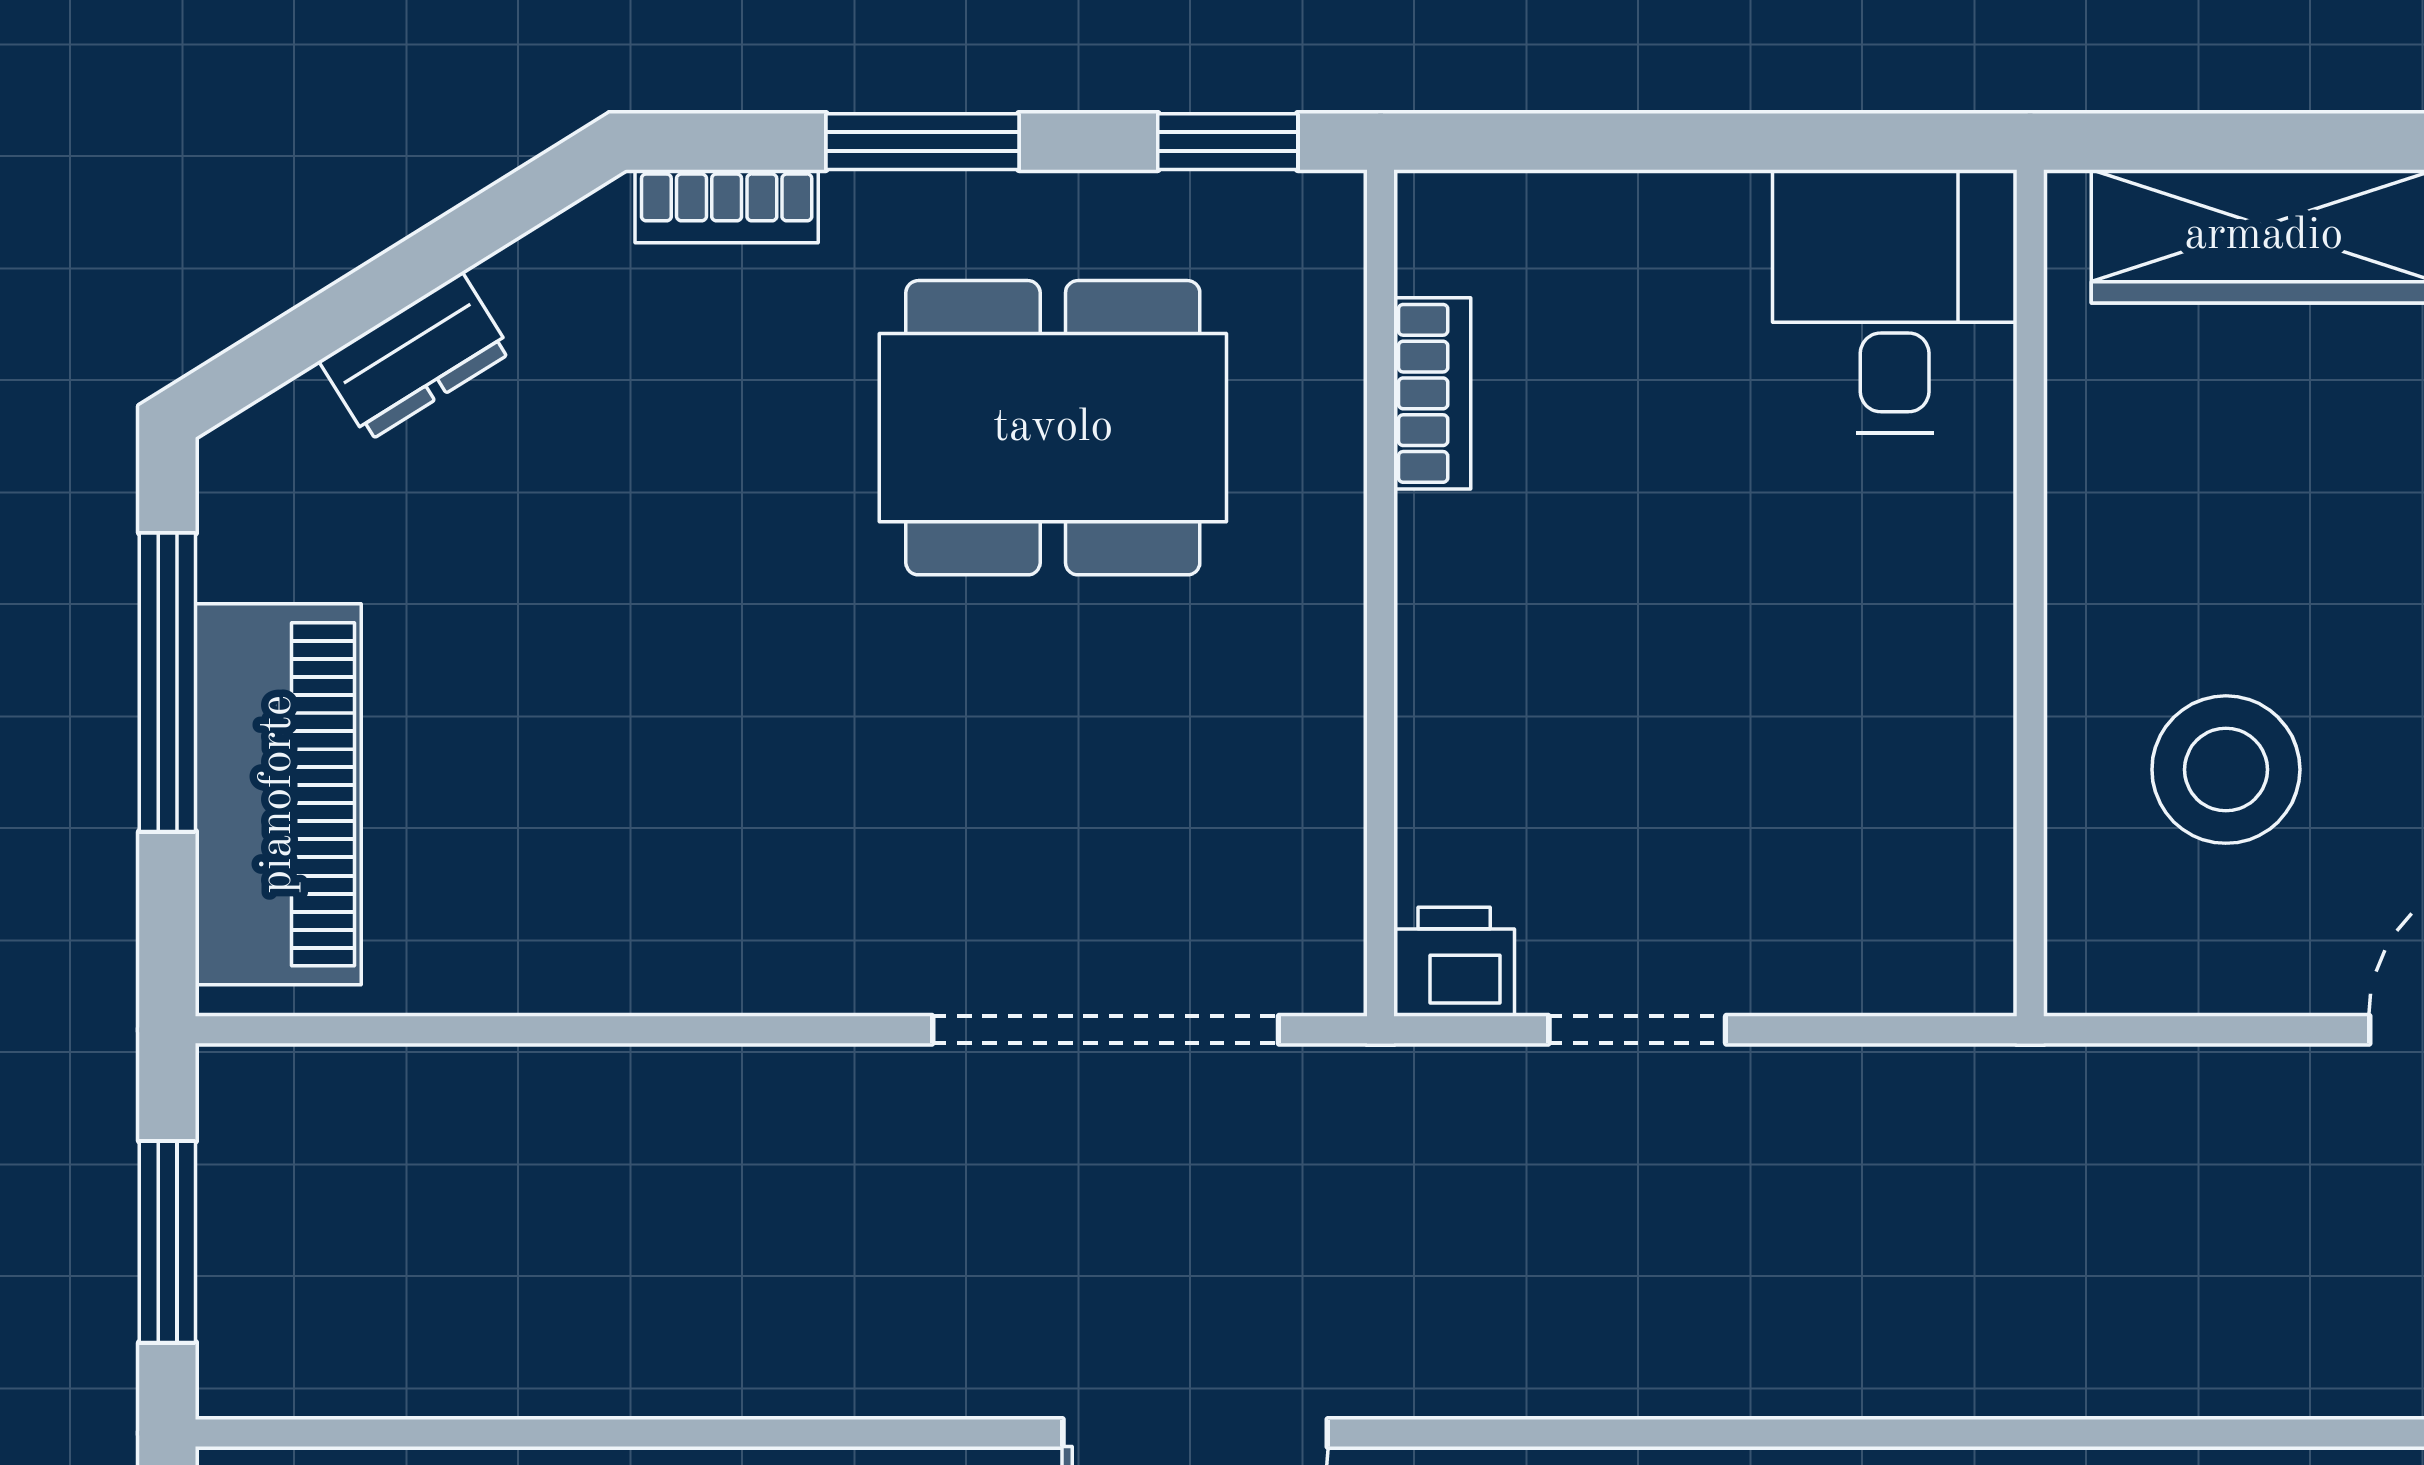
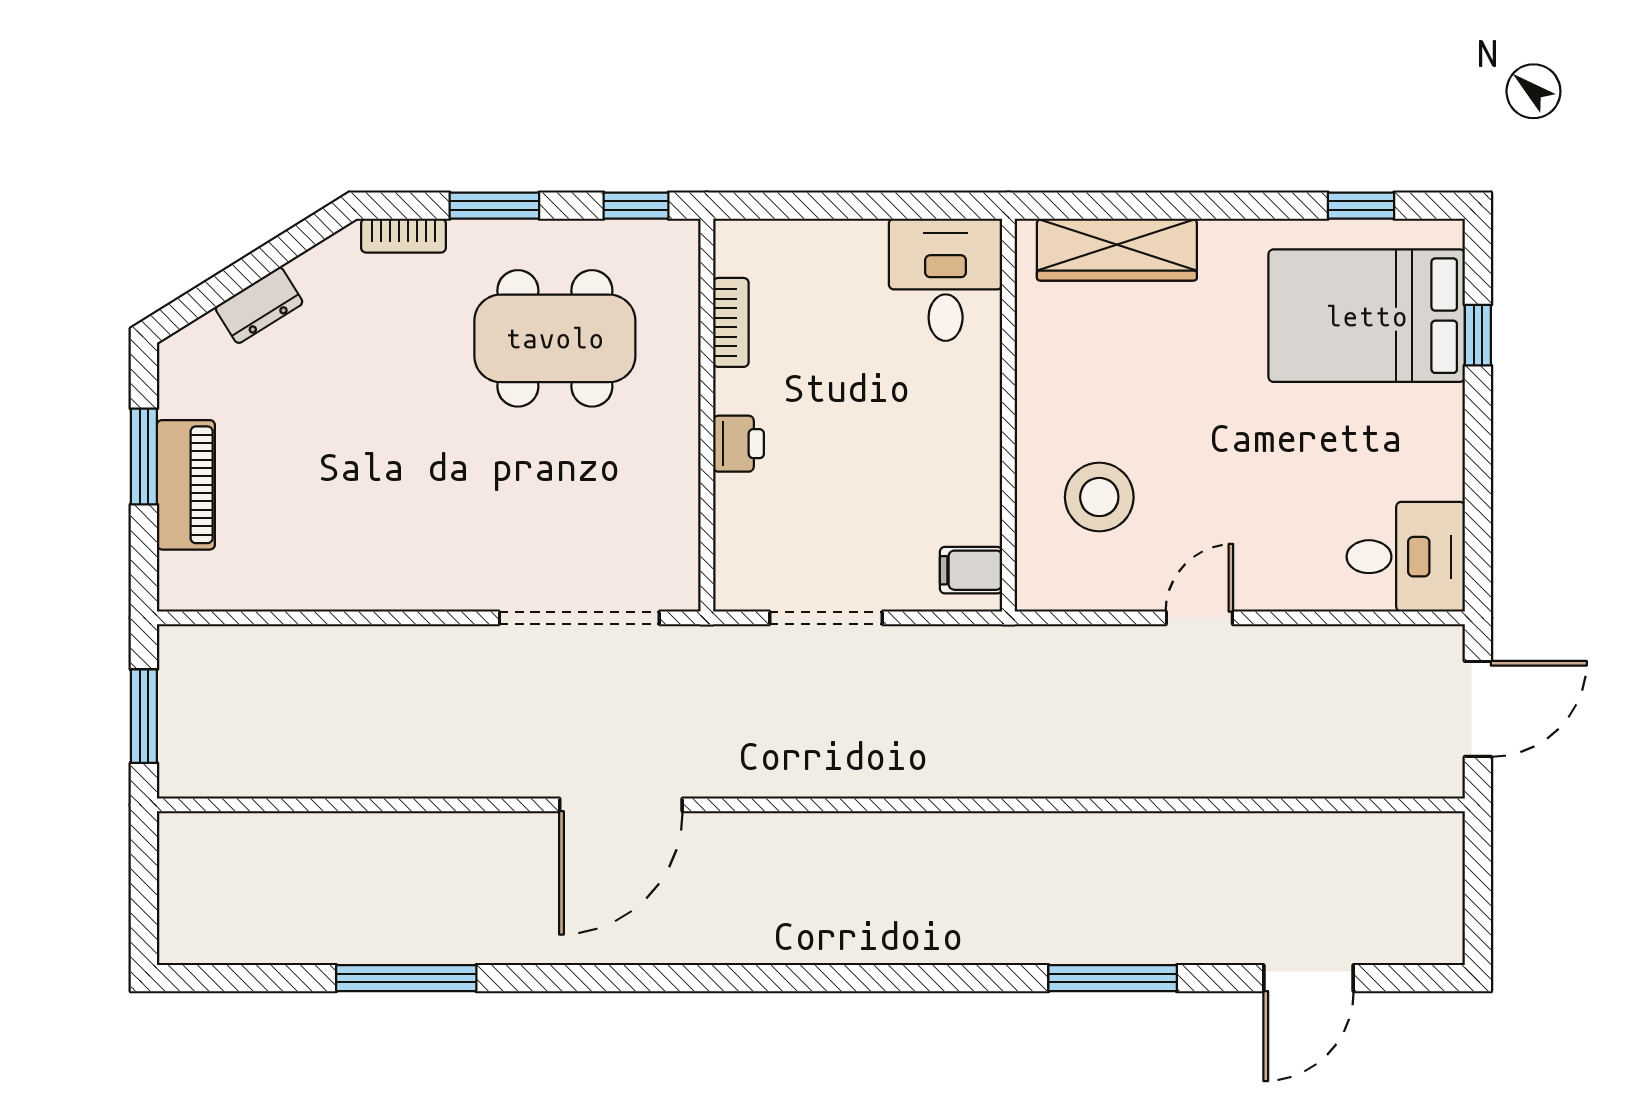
window: (167, 682) -> (144, 456), width x0.69
piano: (278, 794) -> (186, 485), width x0.73, depth x0.75
filing cabinet: (1950, 927) -> (971, 570), added
printer: (1454, 962) -> (739, 444), moved, turned 90
doorway: (1637, 1030) -> (826, 618), width x1.38

